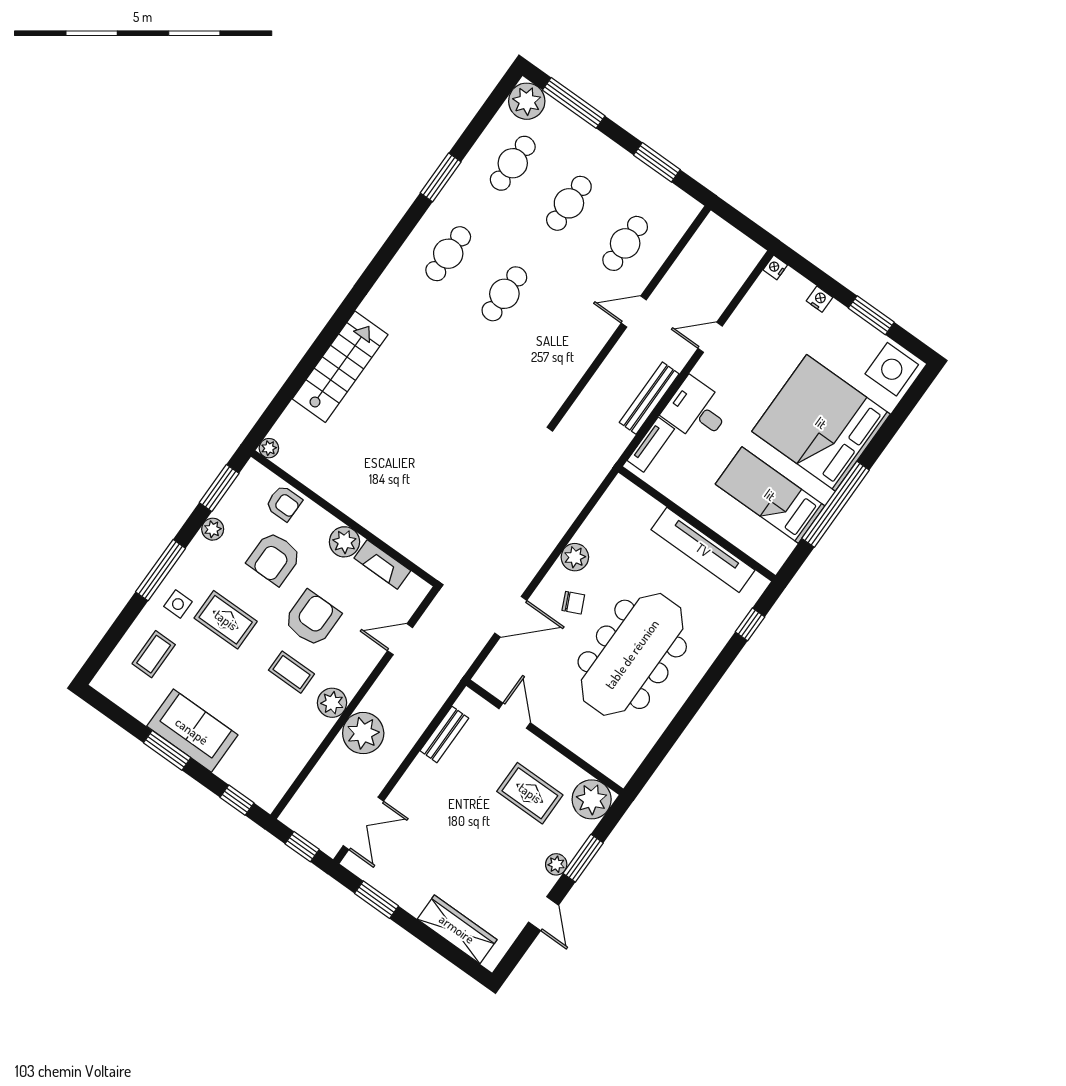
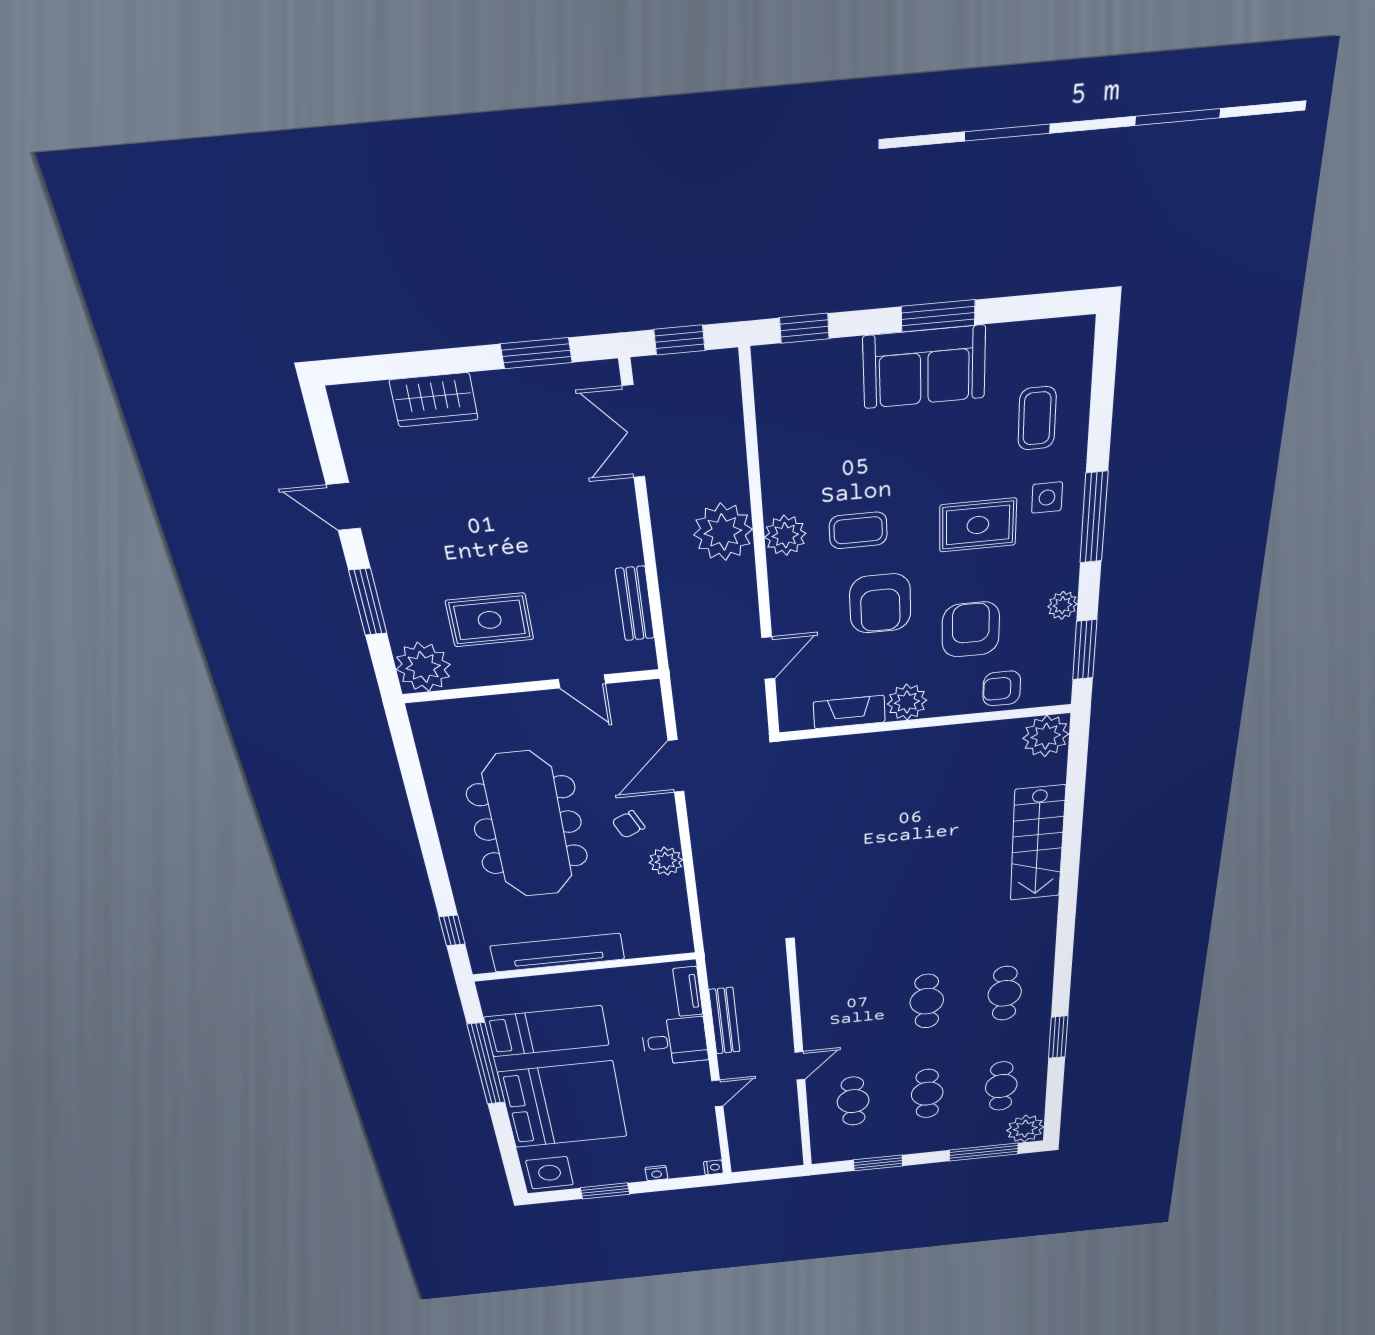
plant: (269, 448) -> (1046, 736), width x1.87, depth x1.87
plant: (556, 864) -> (387, 571), removed
wardrobe: (457, 929) -> (434, 400), width x0.67

